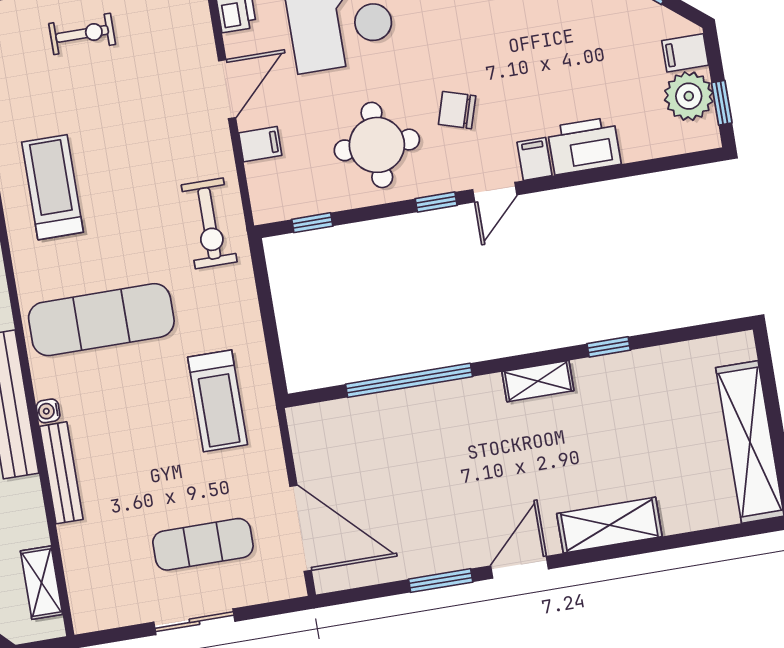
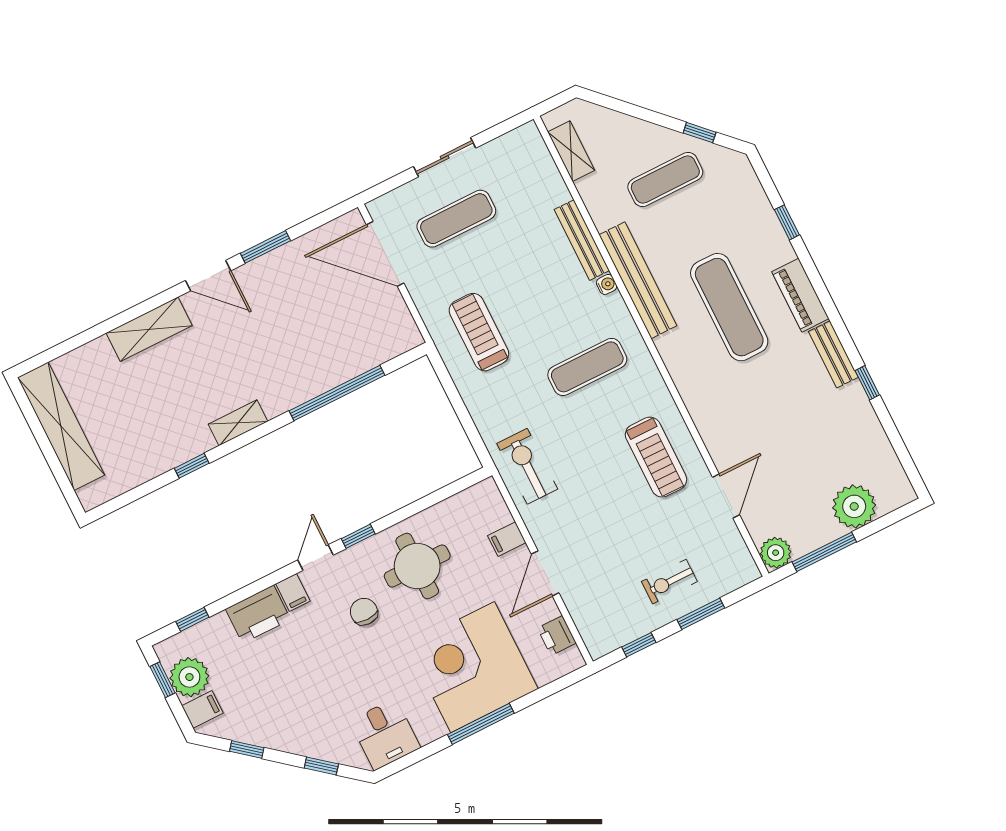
chair: (457, 110) -> (364, 612), turned -107
window: (312, 223) -> (192, 619), moved
exercise mat: (101, 320) -> (587, 367), width x0.73, depth x0.69
door: (519, 567) -> (208, 276), hinge flipped

